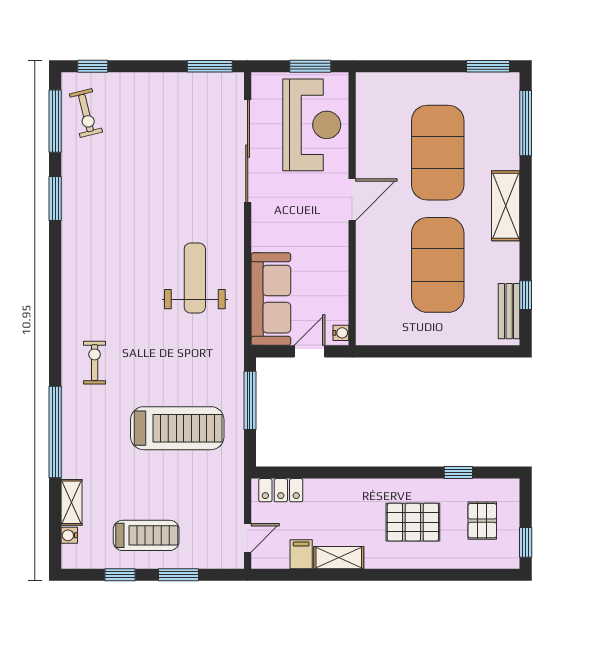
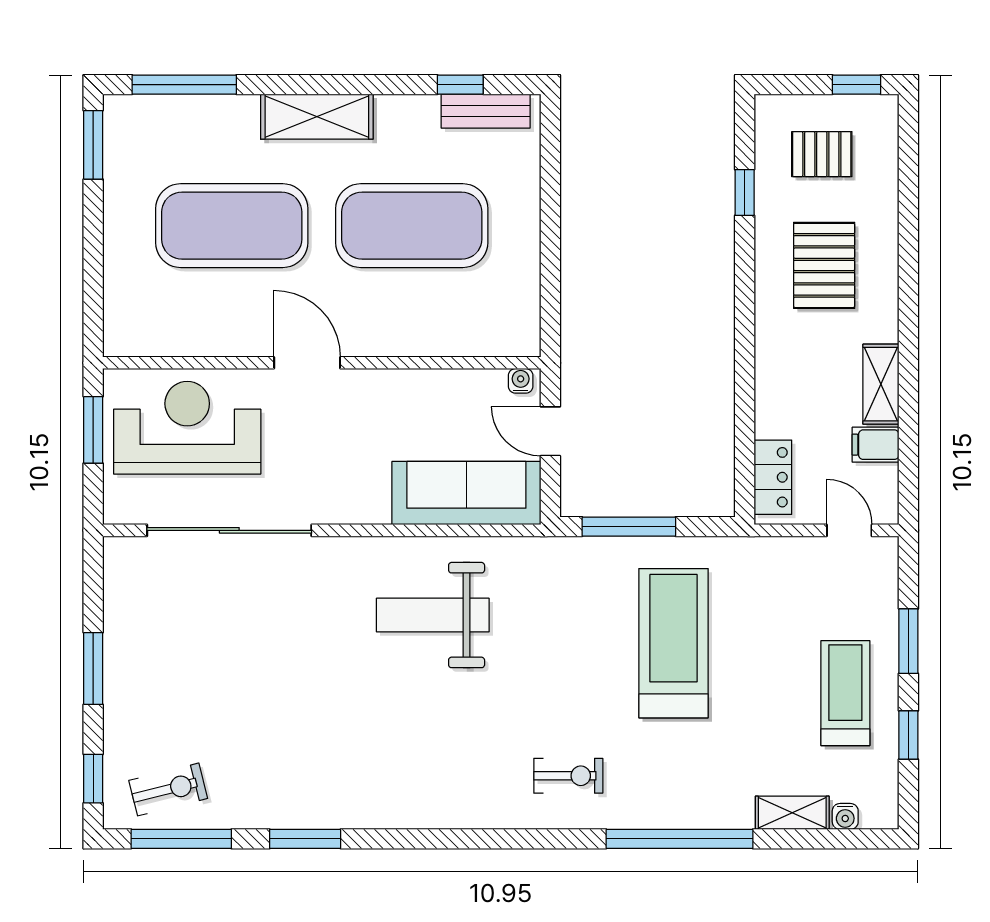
window: (210, 66) -> (93, 668), moved
exercise bike: (95, 363) -> (568, 776), turned 180

